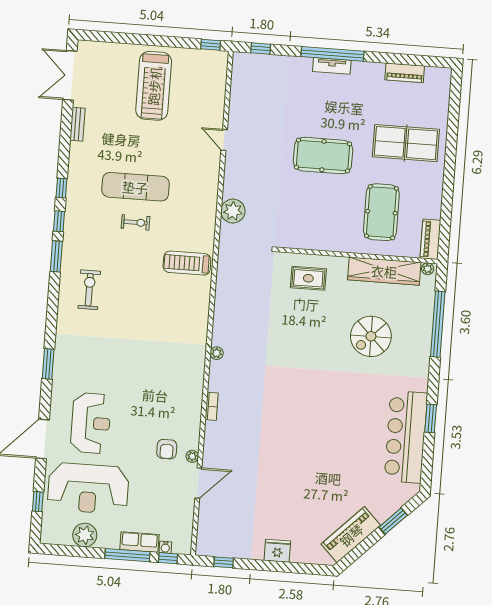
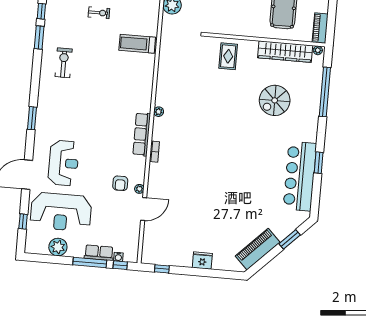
rug: (308, 278) -> (228, 56), turned 90
row of seats: (195, 383) -> (142, 134), added

